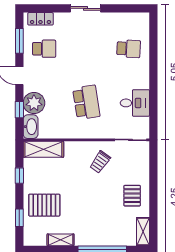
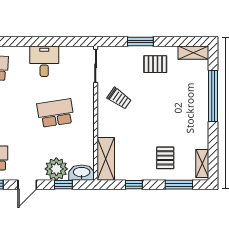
desk: (135, 103) -> (44, 61), moved
window: (153, 182) -> (140, 41), added
pallet: (44, 205) -> (165, 158), width x0.67, depth x0.71
window: (19, 218) -> (179, 185), width x1.50
shelving: (61, 240) -> (202, 164), moved

